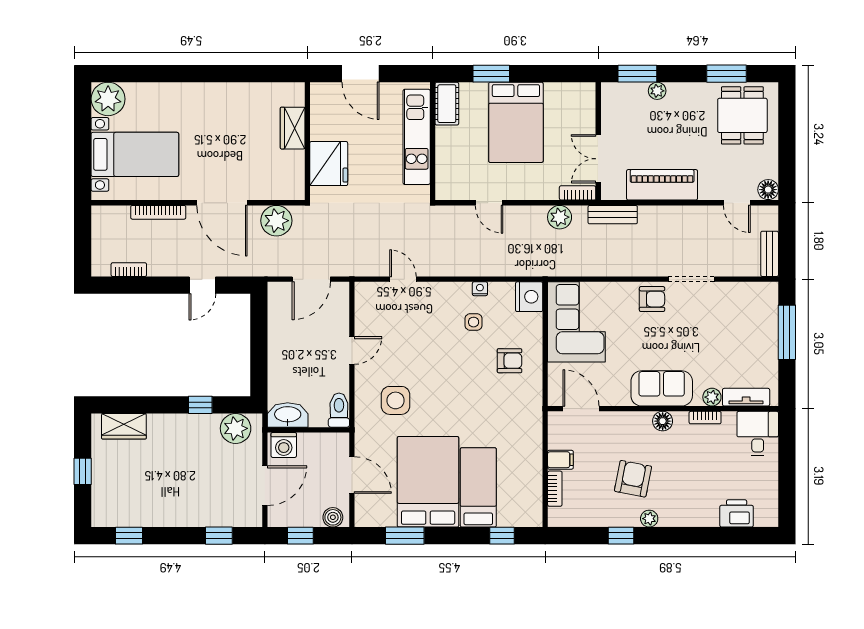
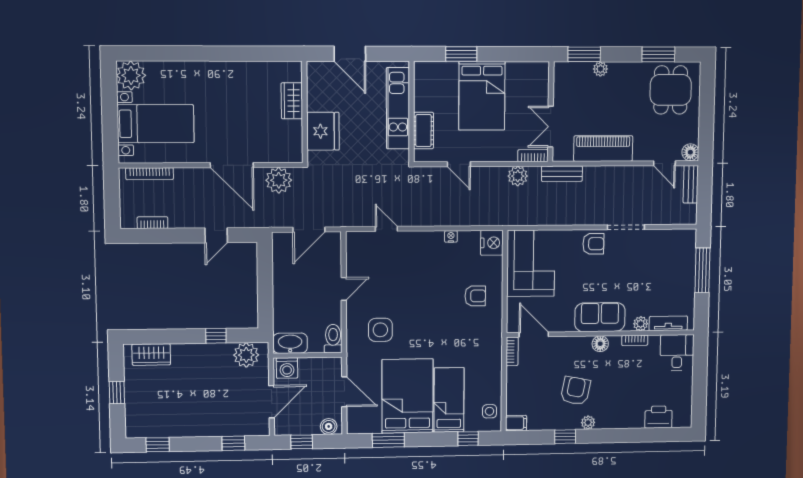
cot: (447, 104) -> (423, 131), moved
bookcase: (158, 212) -> (150, 174), moved
bench: (770, 254) -> (691, 184), moved
side table: (474, 322) -> (489, 411), moved
filing cabinet: (560, 460) -> (516, 423), moved
bookcase: (555, 489) -> (512, 351), moved

